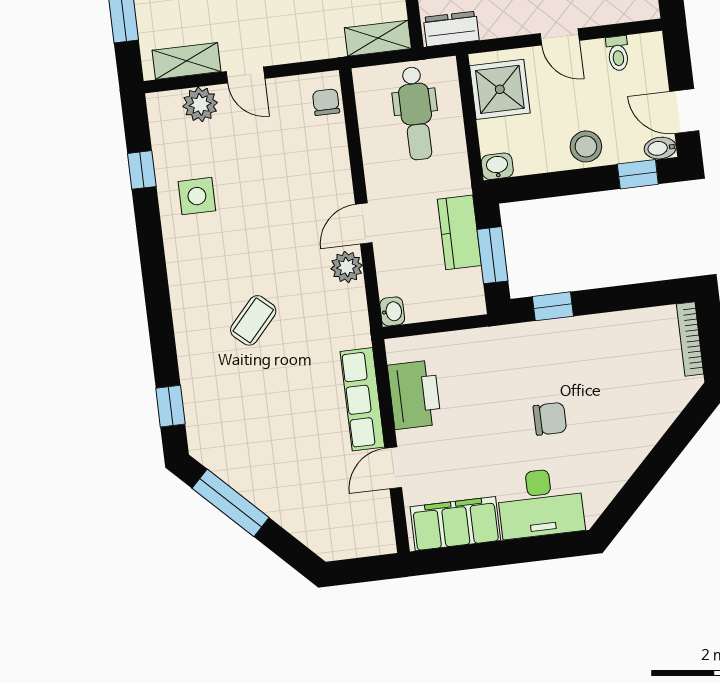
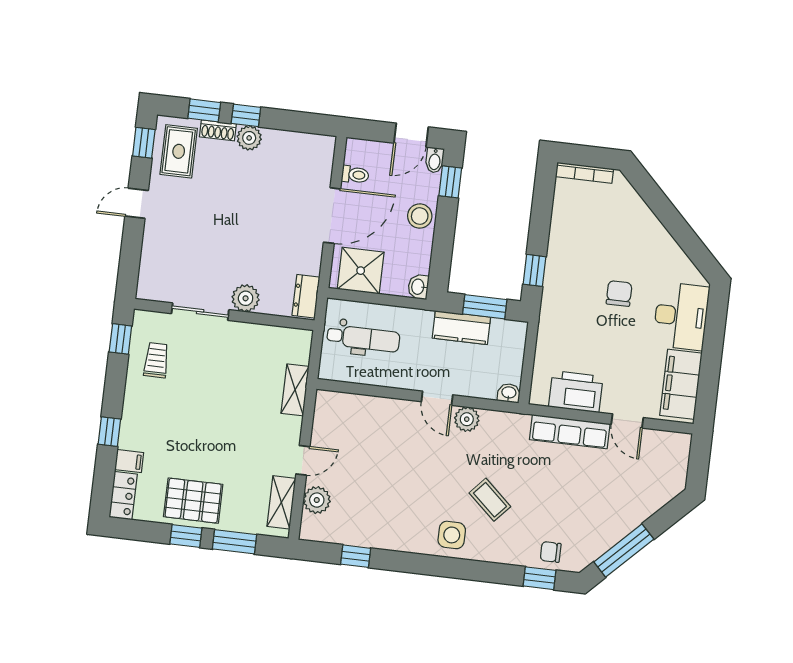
door: (560, 37) -> (332, 216), width x1.87
shelving: (378, 38) -> (295, 390), moved
chair: (326, 102) -> (551, 552), moved
side table: (197, 196) -> (452, 535), moved

